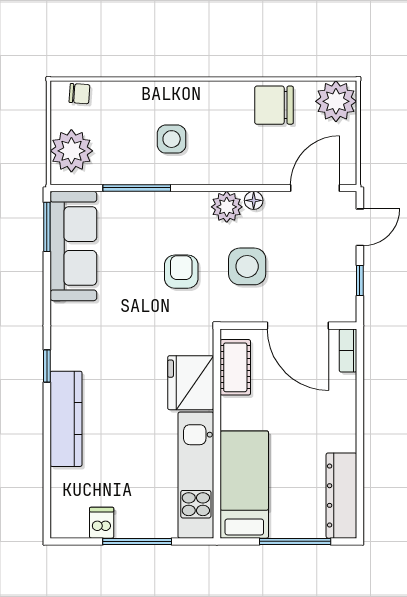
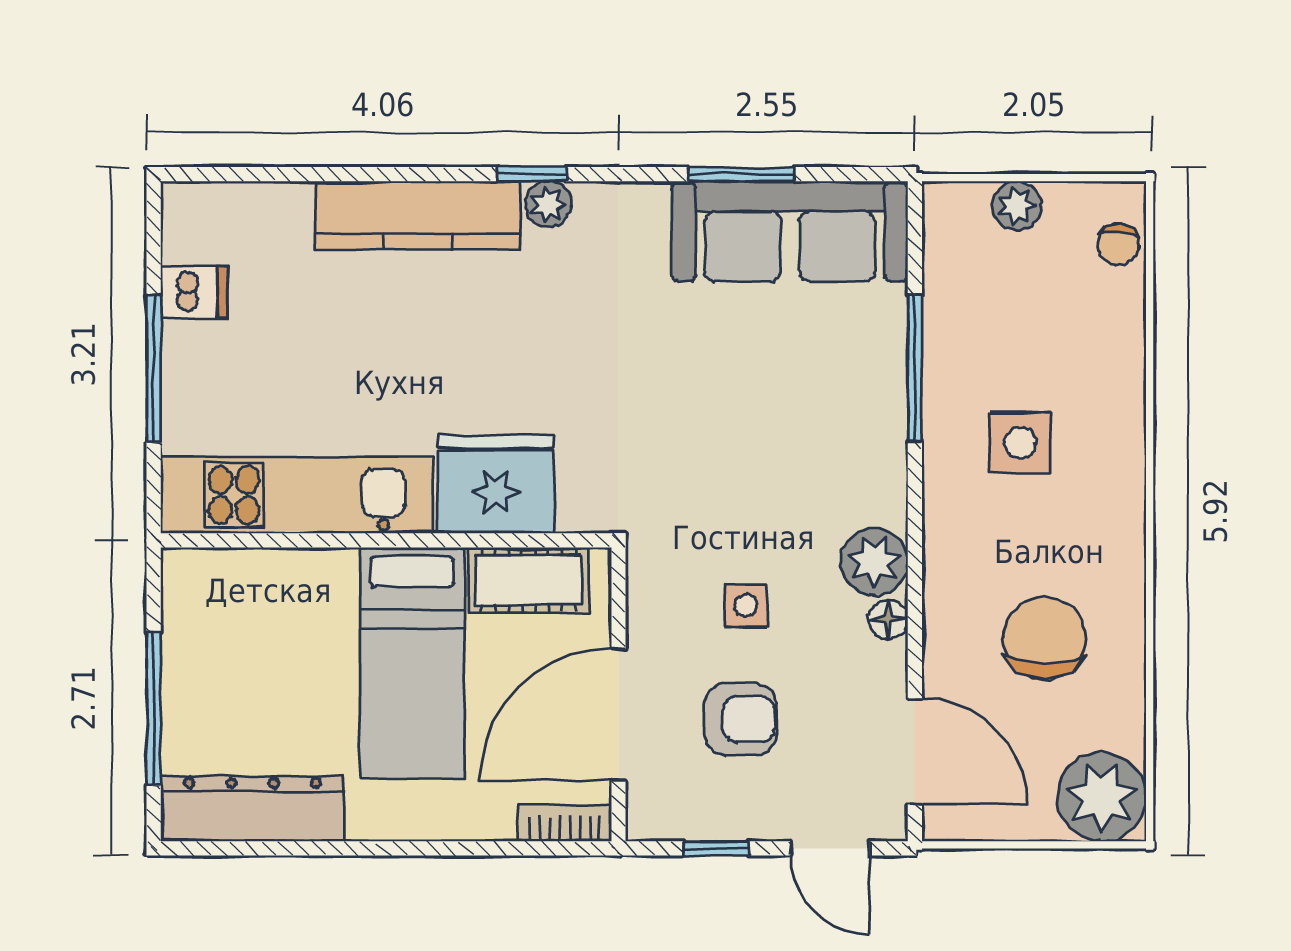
chair: (274, 105) -> (1044, 638), moved
plant: (71, 151) -> (1017, 206), width x0.53, depth x0.53
window: (47, 227) -> (741, 174), moved
side table: (247, 266) -> (746, 605), width x0.54, depth x0.54
armchair: (181, 272) -> (740, 719), moved
plant: (61, 358) -> (548, 204), added
bed: (244, 485) -> (412, 663), moved, turned 90

